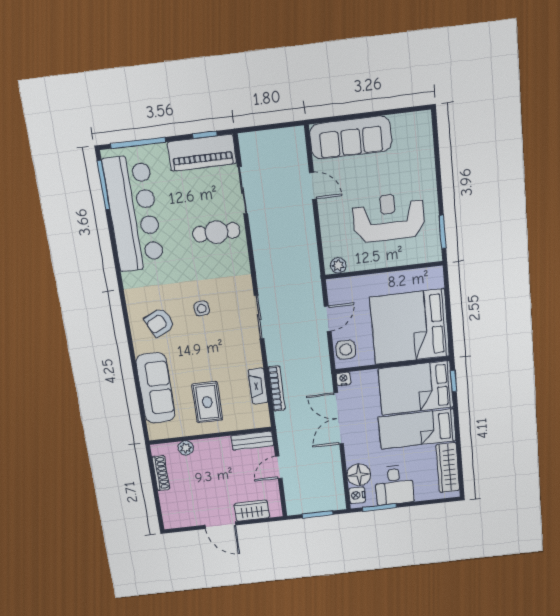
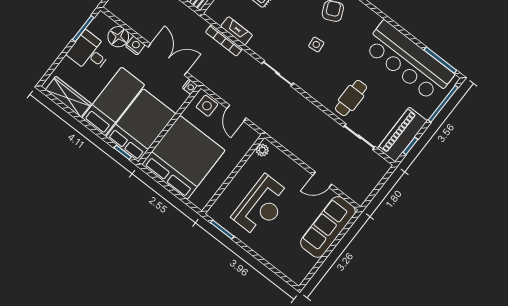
nightstand: (357, 495) -> (135, 46), moved

